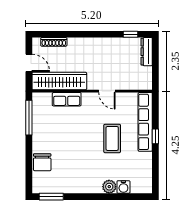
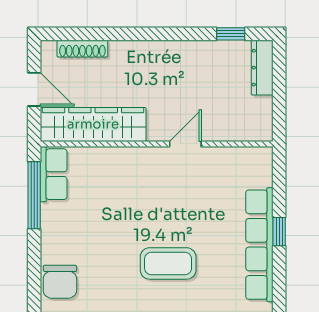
door: (107, 91) -> (185, 144), swing flipped
row of seats: (67, 99) -> (54, 174), moved, turned -90
row of seats: (145, 122) -> (259, 245), moved
coffee table: (112, 138) -> (168, 263), moved, turned 90

